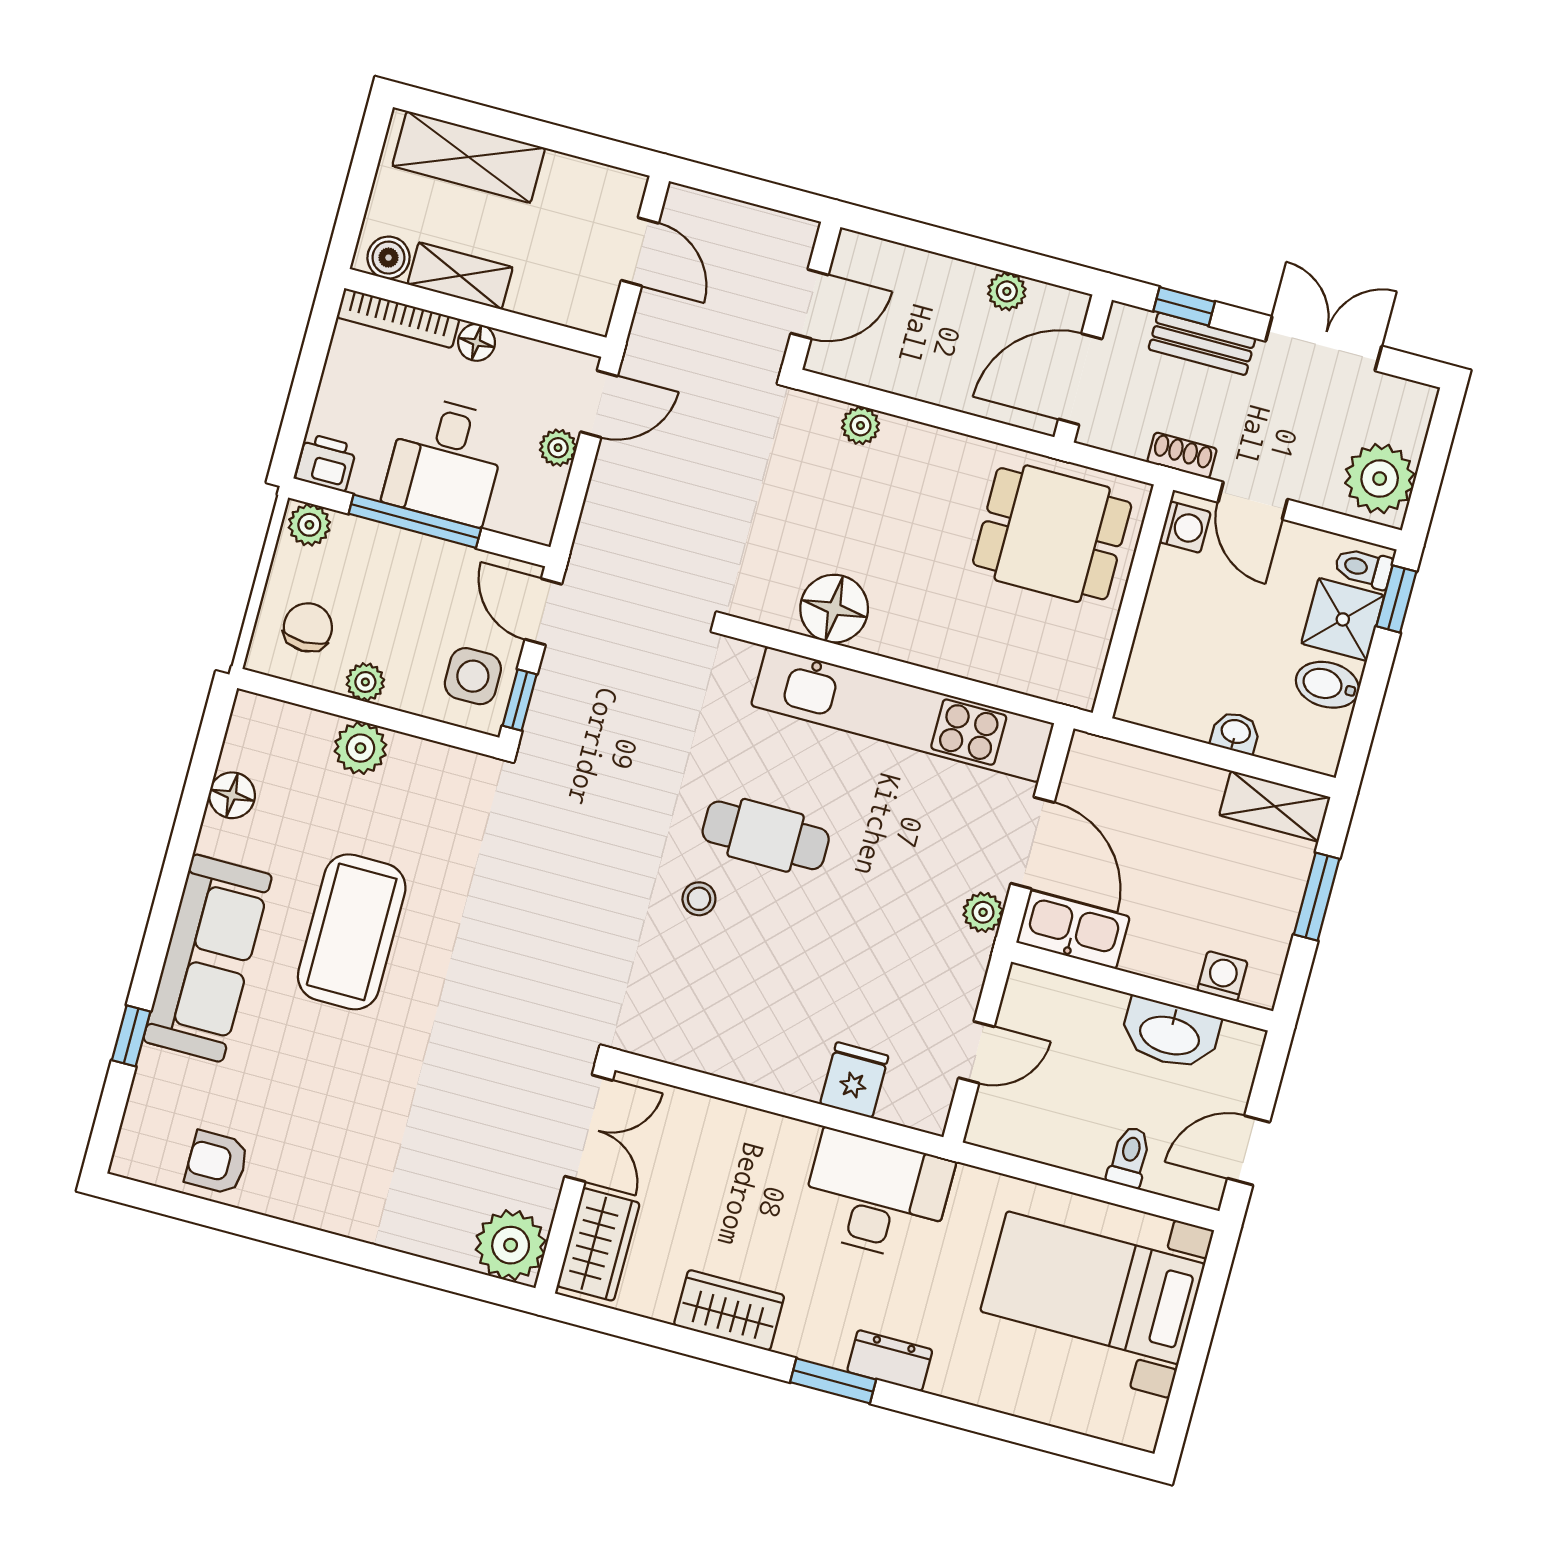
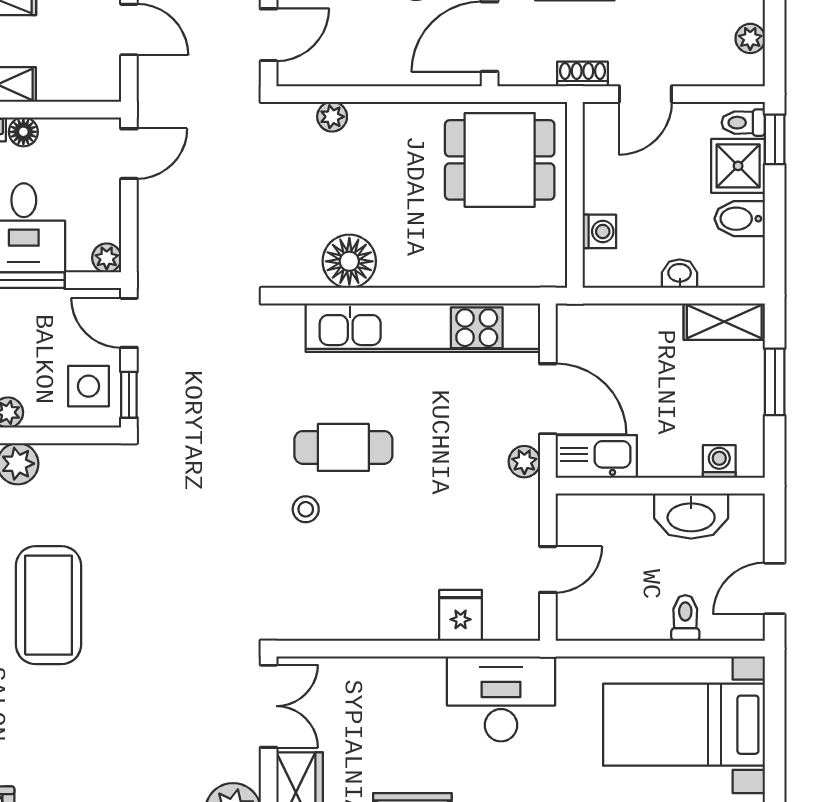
plant: (558, 448) -> (107, 258), moved
plant: (1380, 479) -> (750, 38), width x0.53, depth x0.53
door: (1253, 501) -> (645, 94), hinge flipped
washing machine: (1185, 527) -> (599, 231), moved

